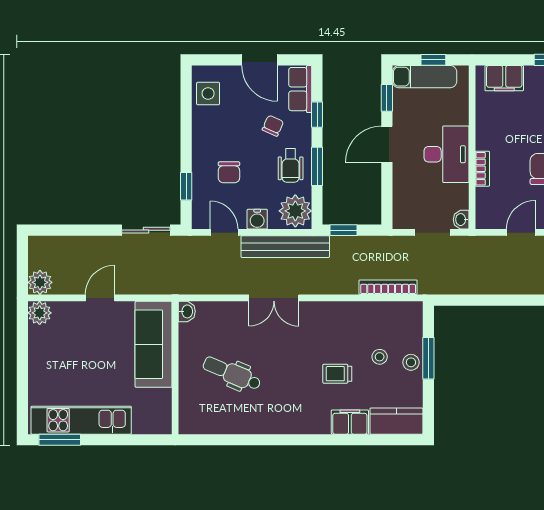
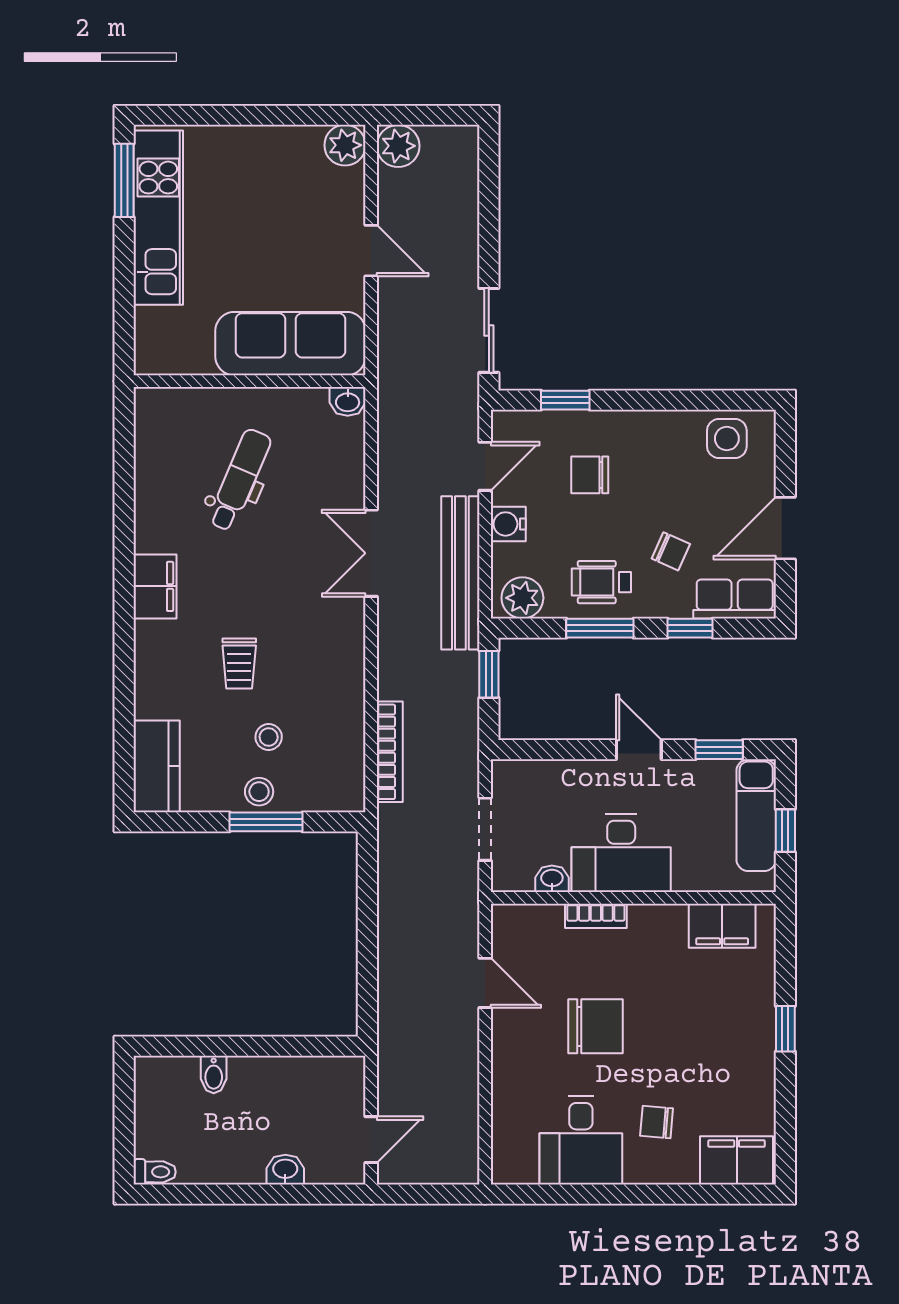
filing cabinet: (504, 78) -> (722, 926), moved, turned -90
door: (387, 144) -> (639, 750), width x0.73
plant: (295, 211) -> (522, 598), width x0.73, depth x0.73
washbasin: (461, 220) -> (552, 879), moved
trolley: (337, 374) -> (239, 663), turned 180
filing cabinet: (350, 422) -> (155, 586), moved

